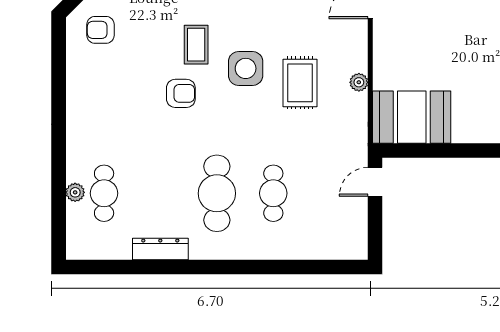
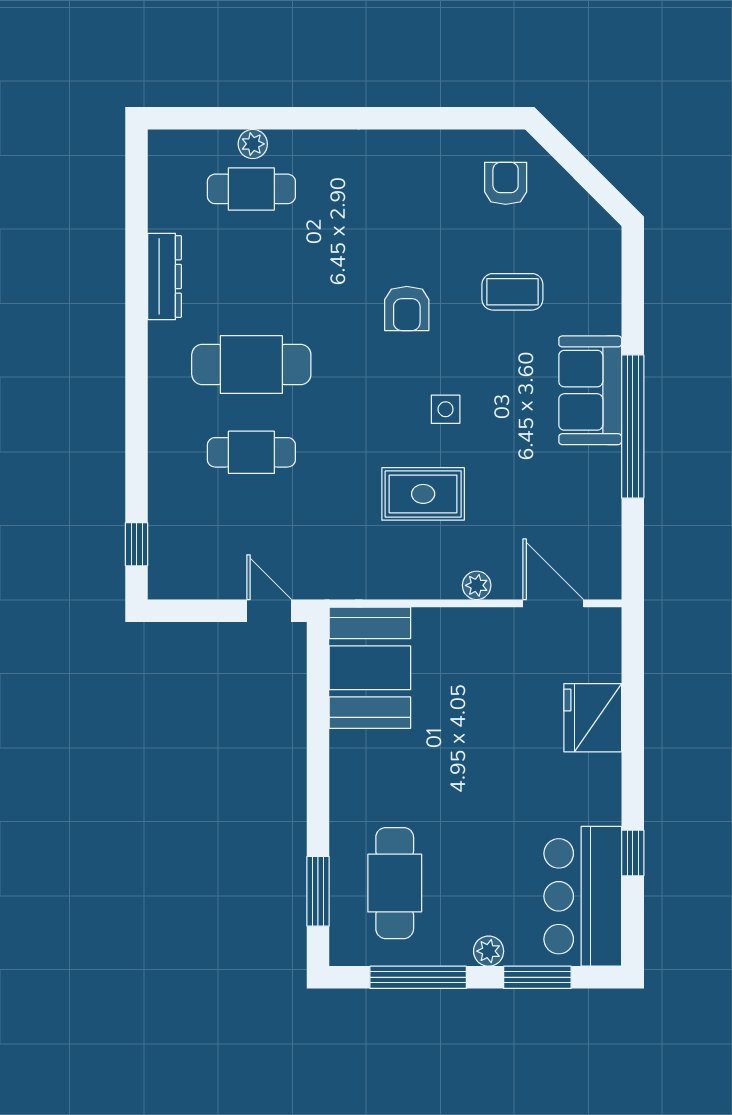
coffee table: (196, 45) -> (512, 292), moved
side table: (246, 68) -> (446, 409), width x0.54, depth x0.54
plant: (359, 82) -> (477, 585), moved
window: (332, 267) -> (137, 544), added

